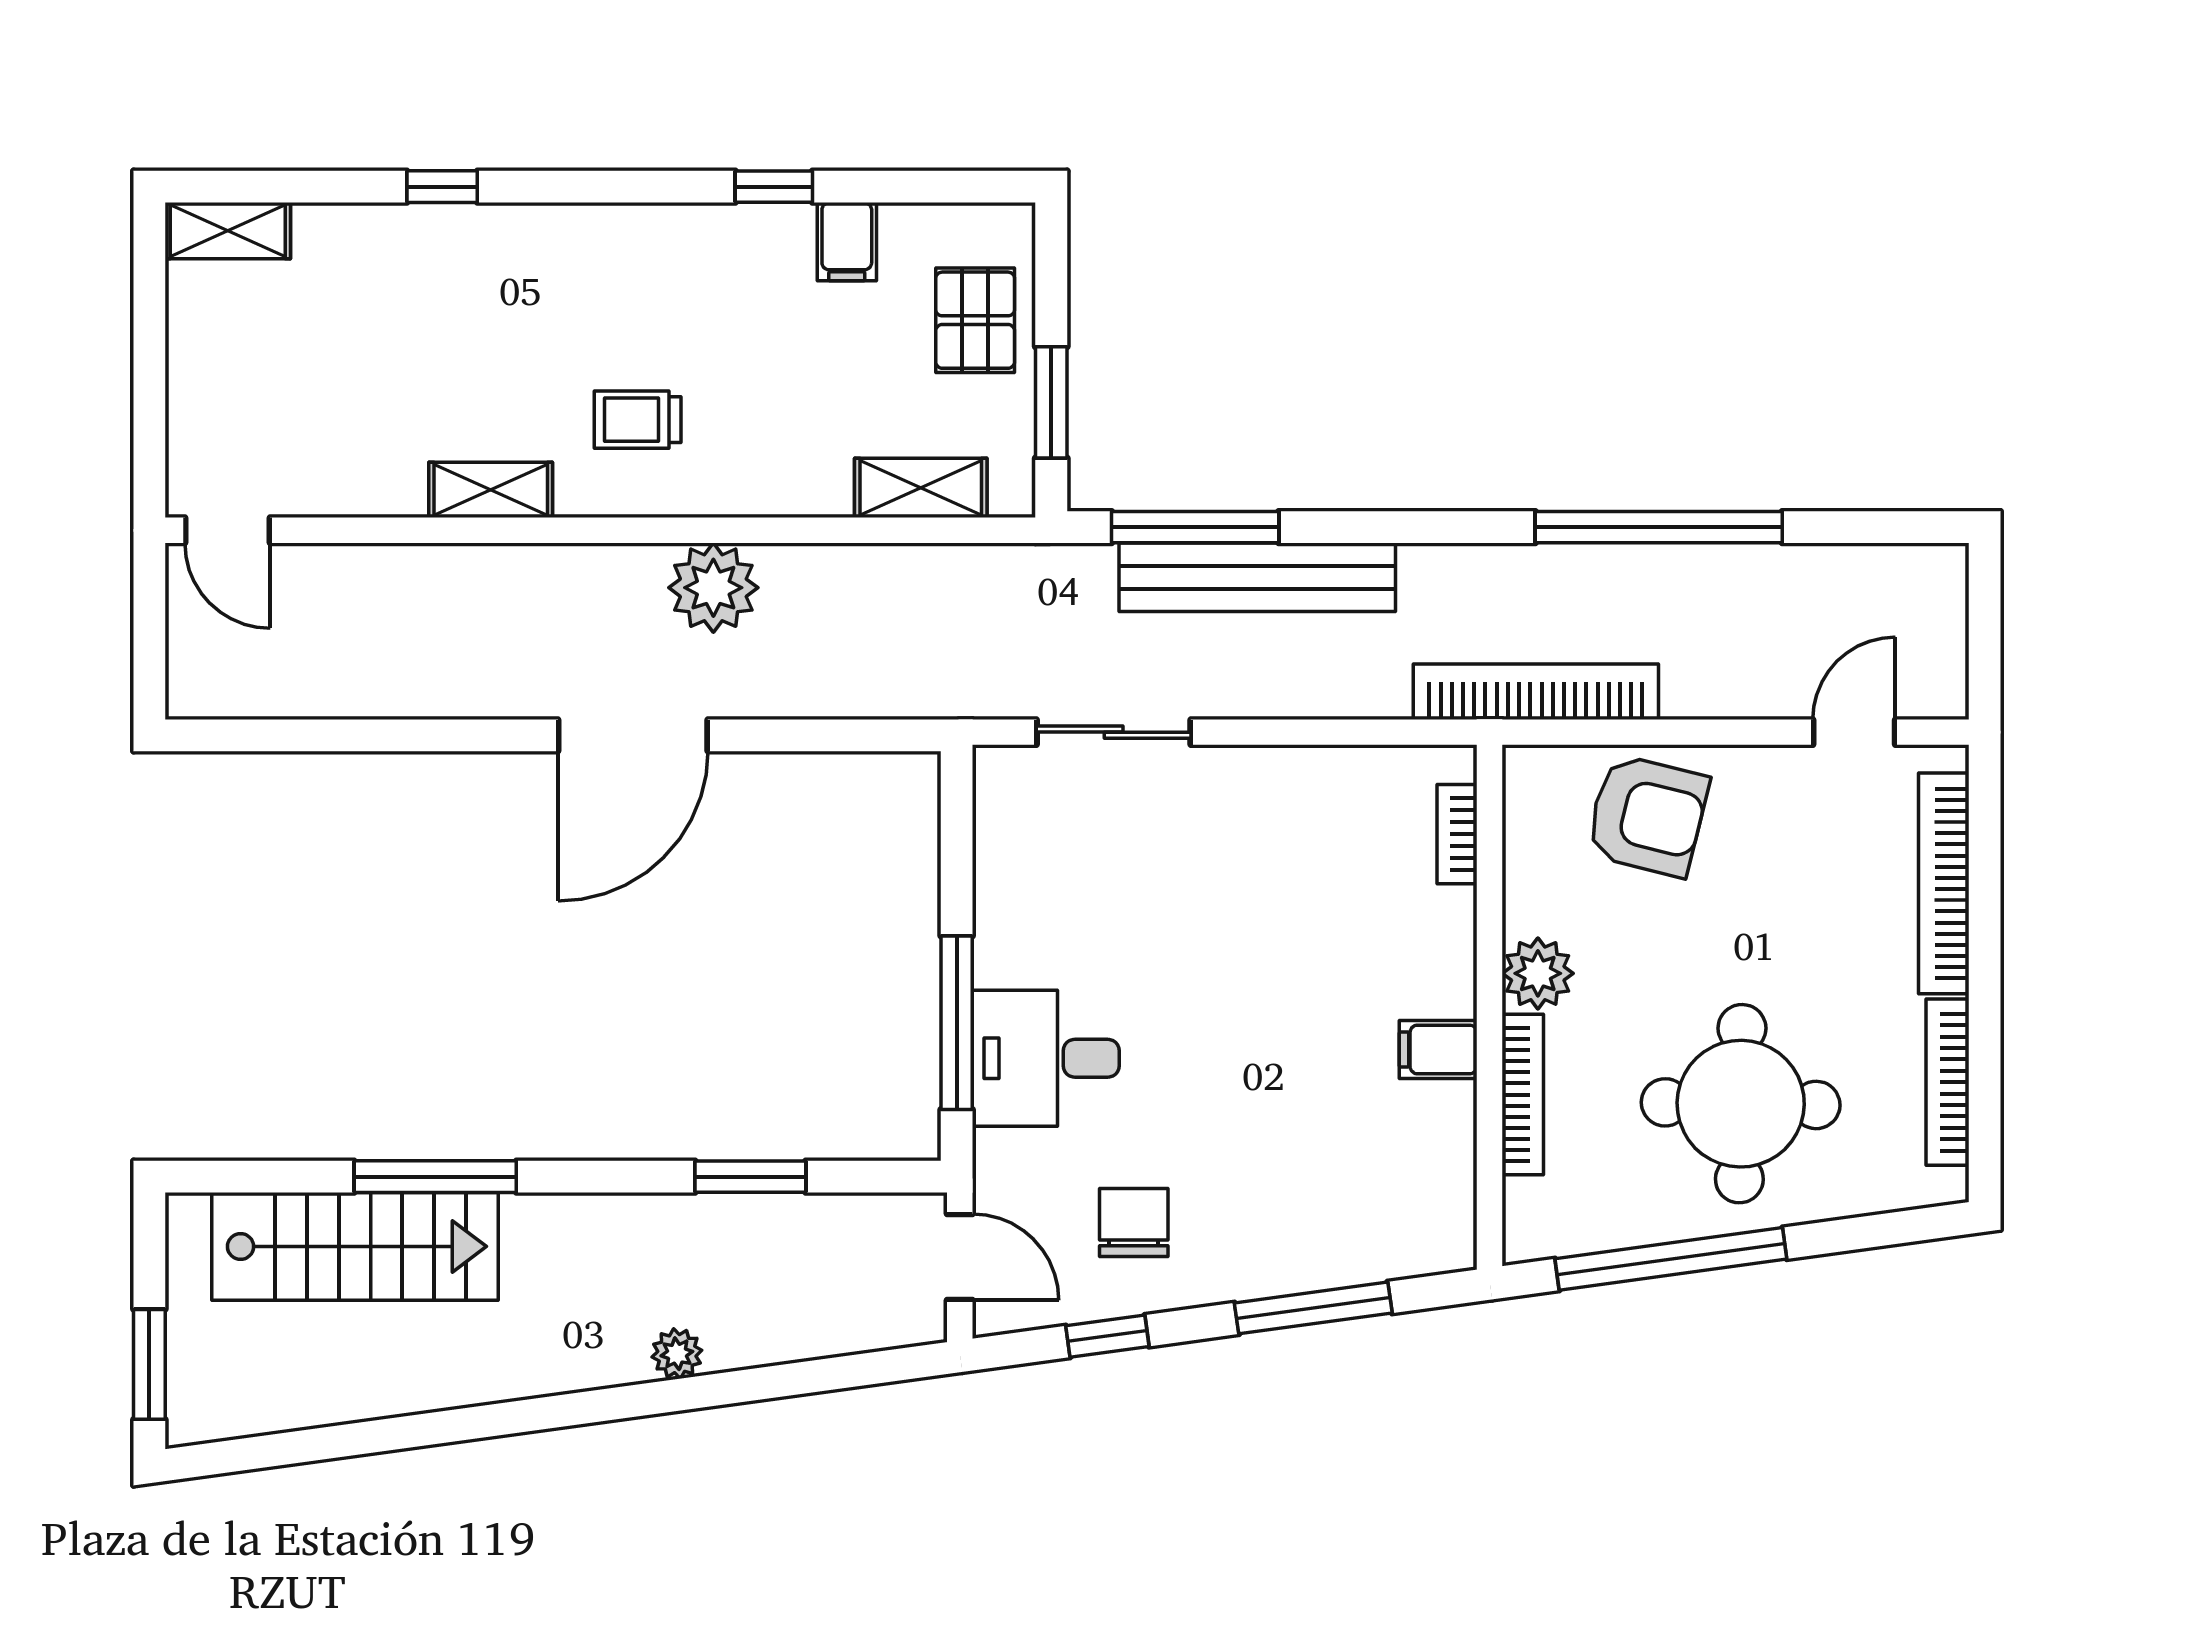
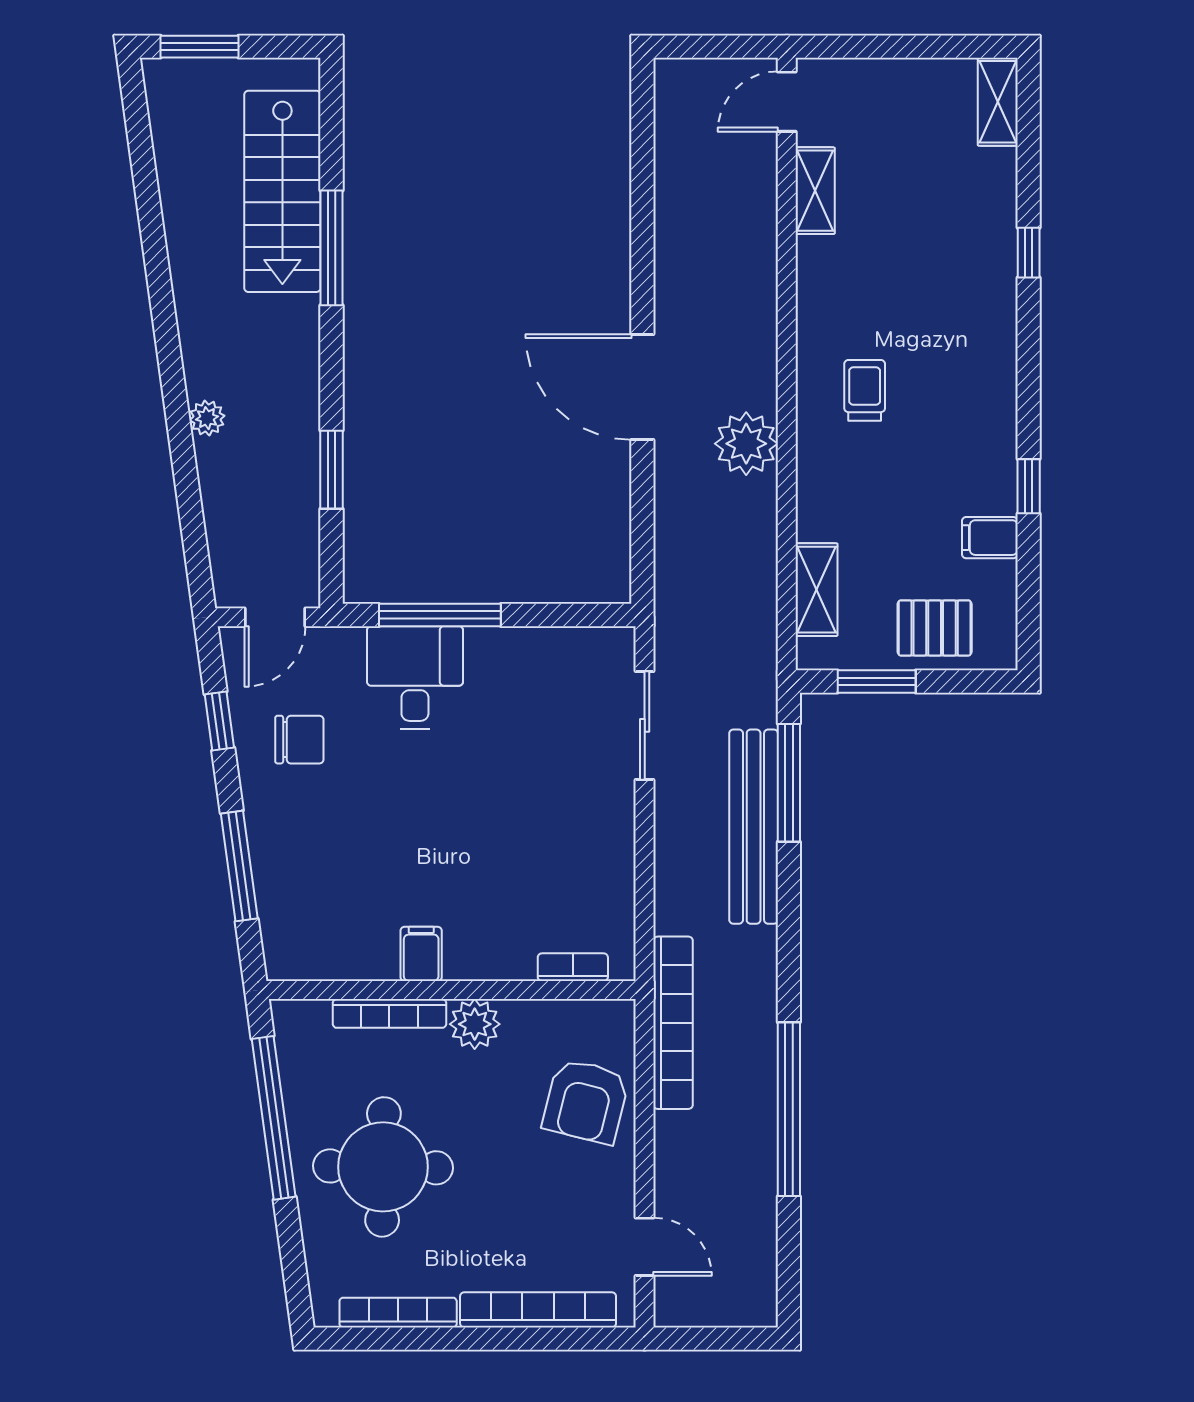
shelving: (491, 490) -> (815, 191), moved

